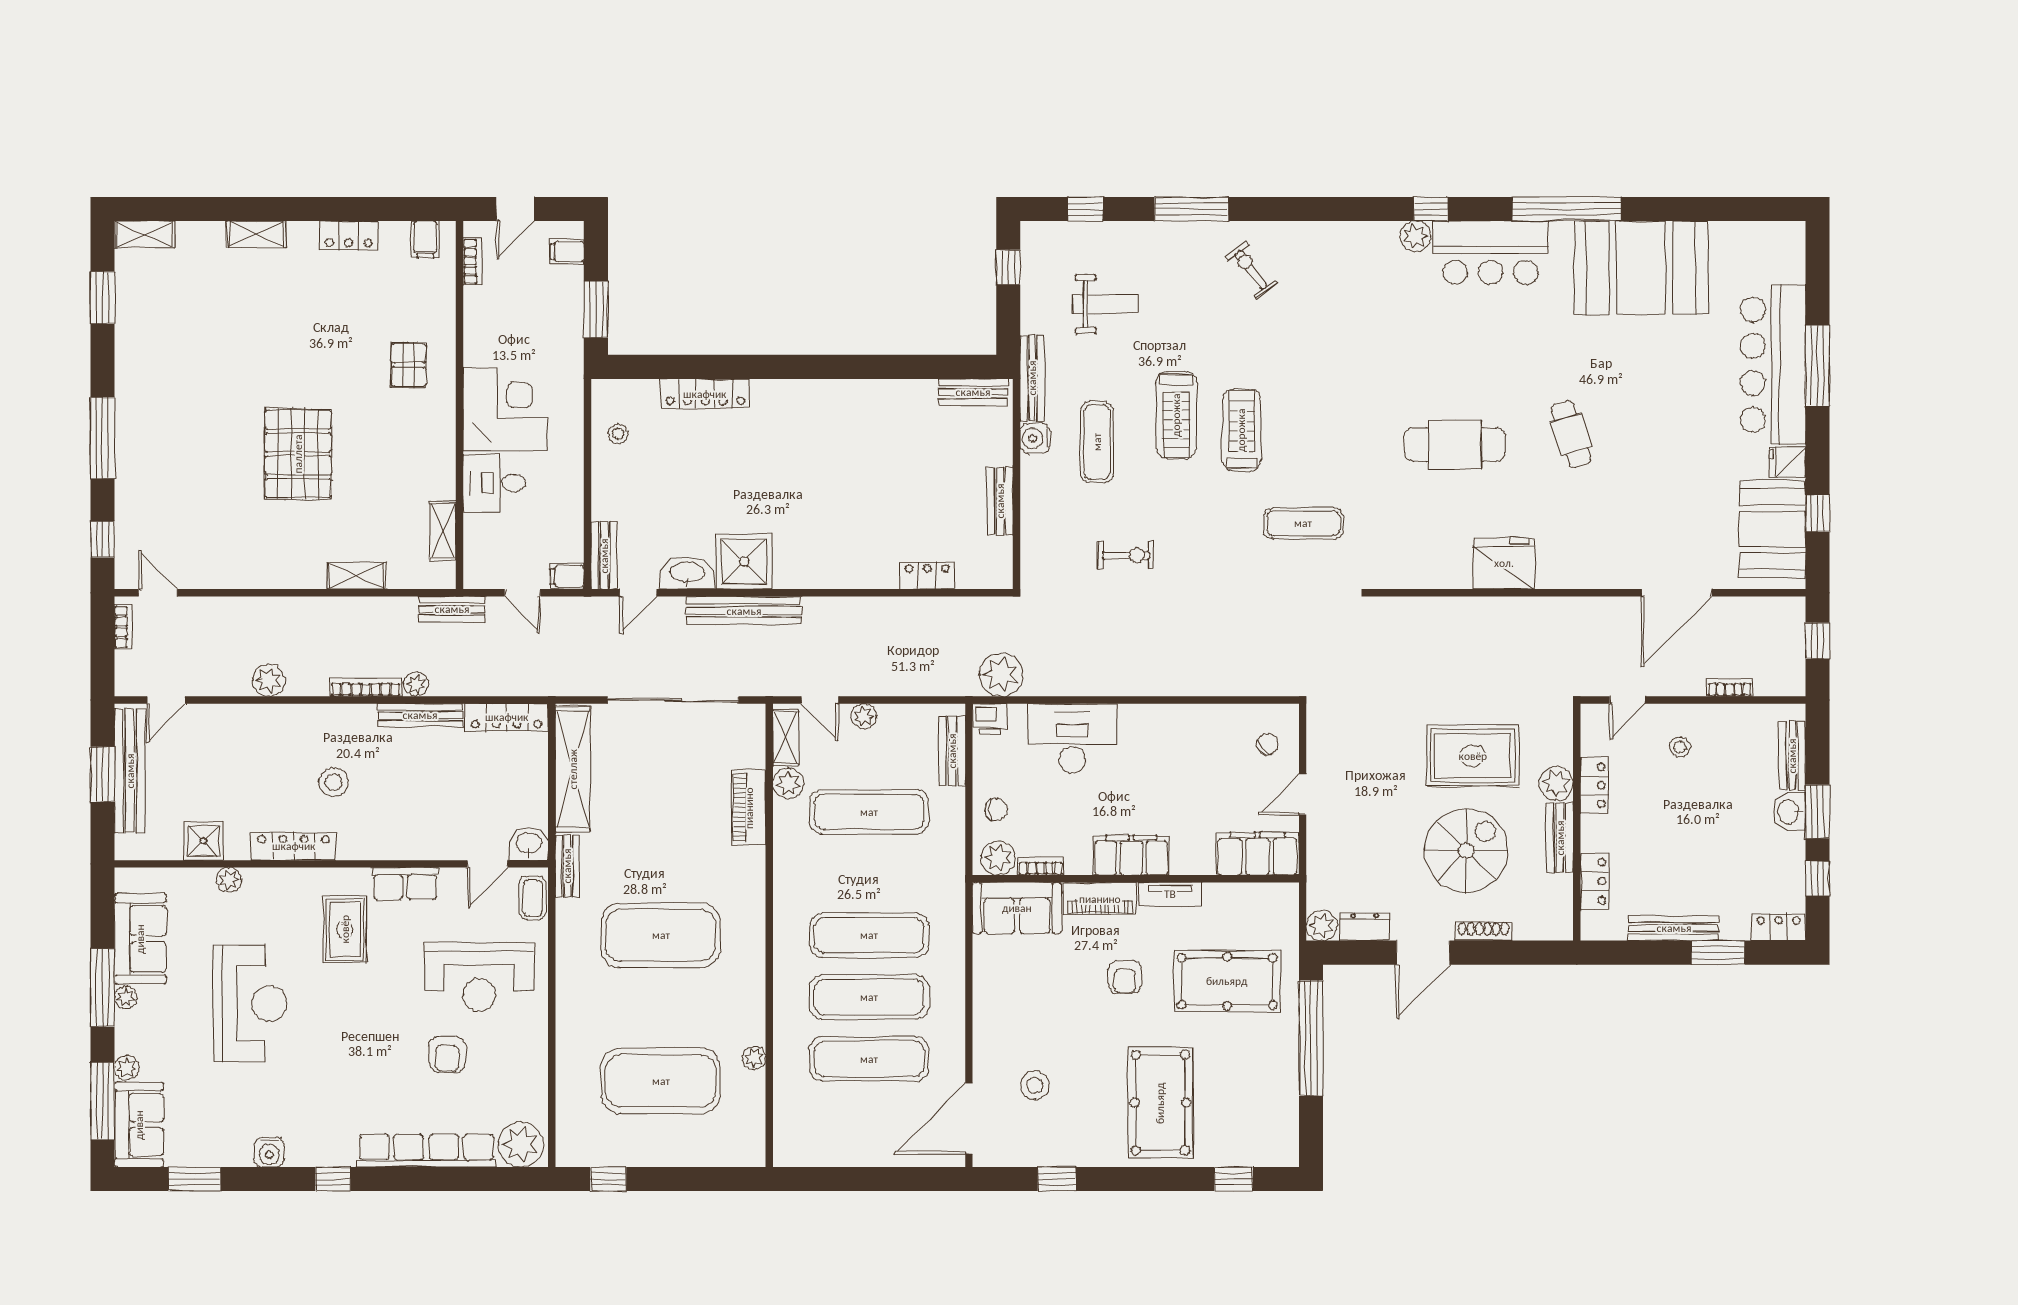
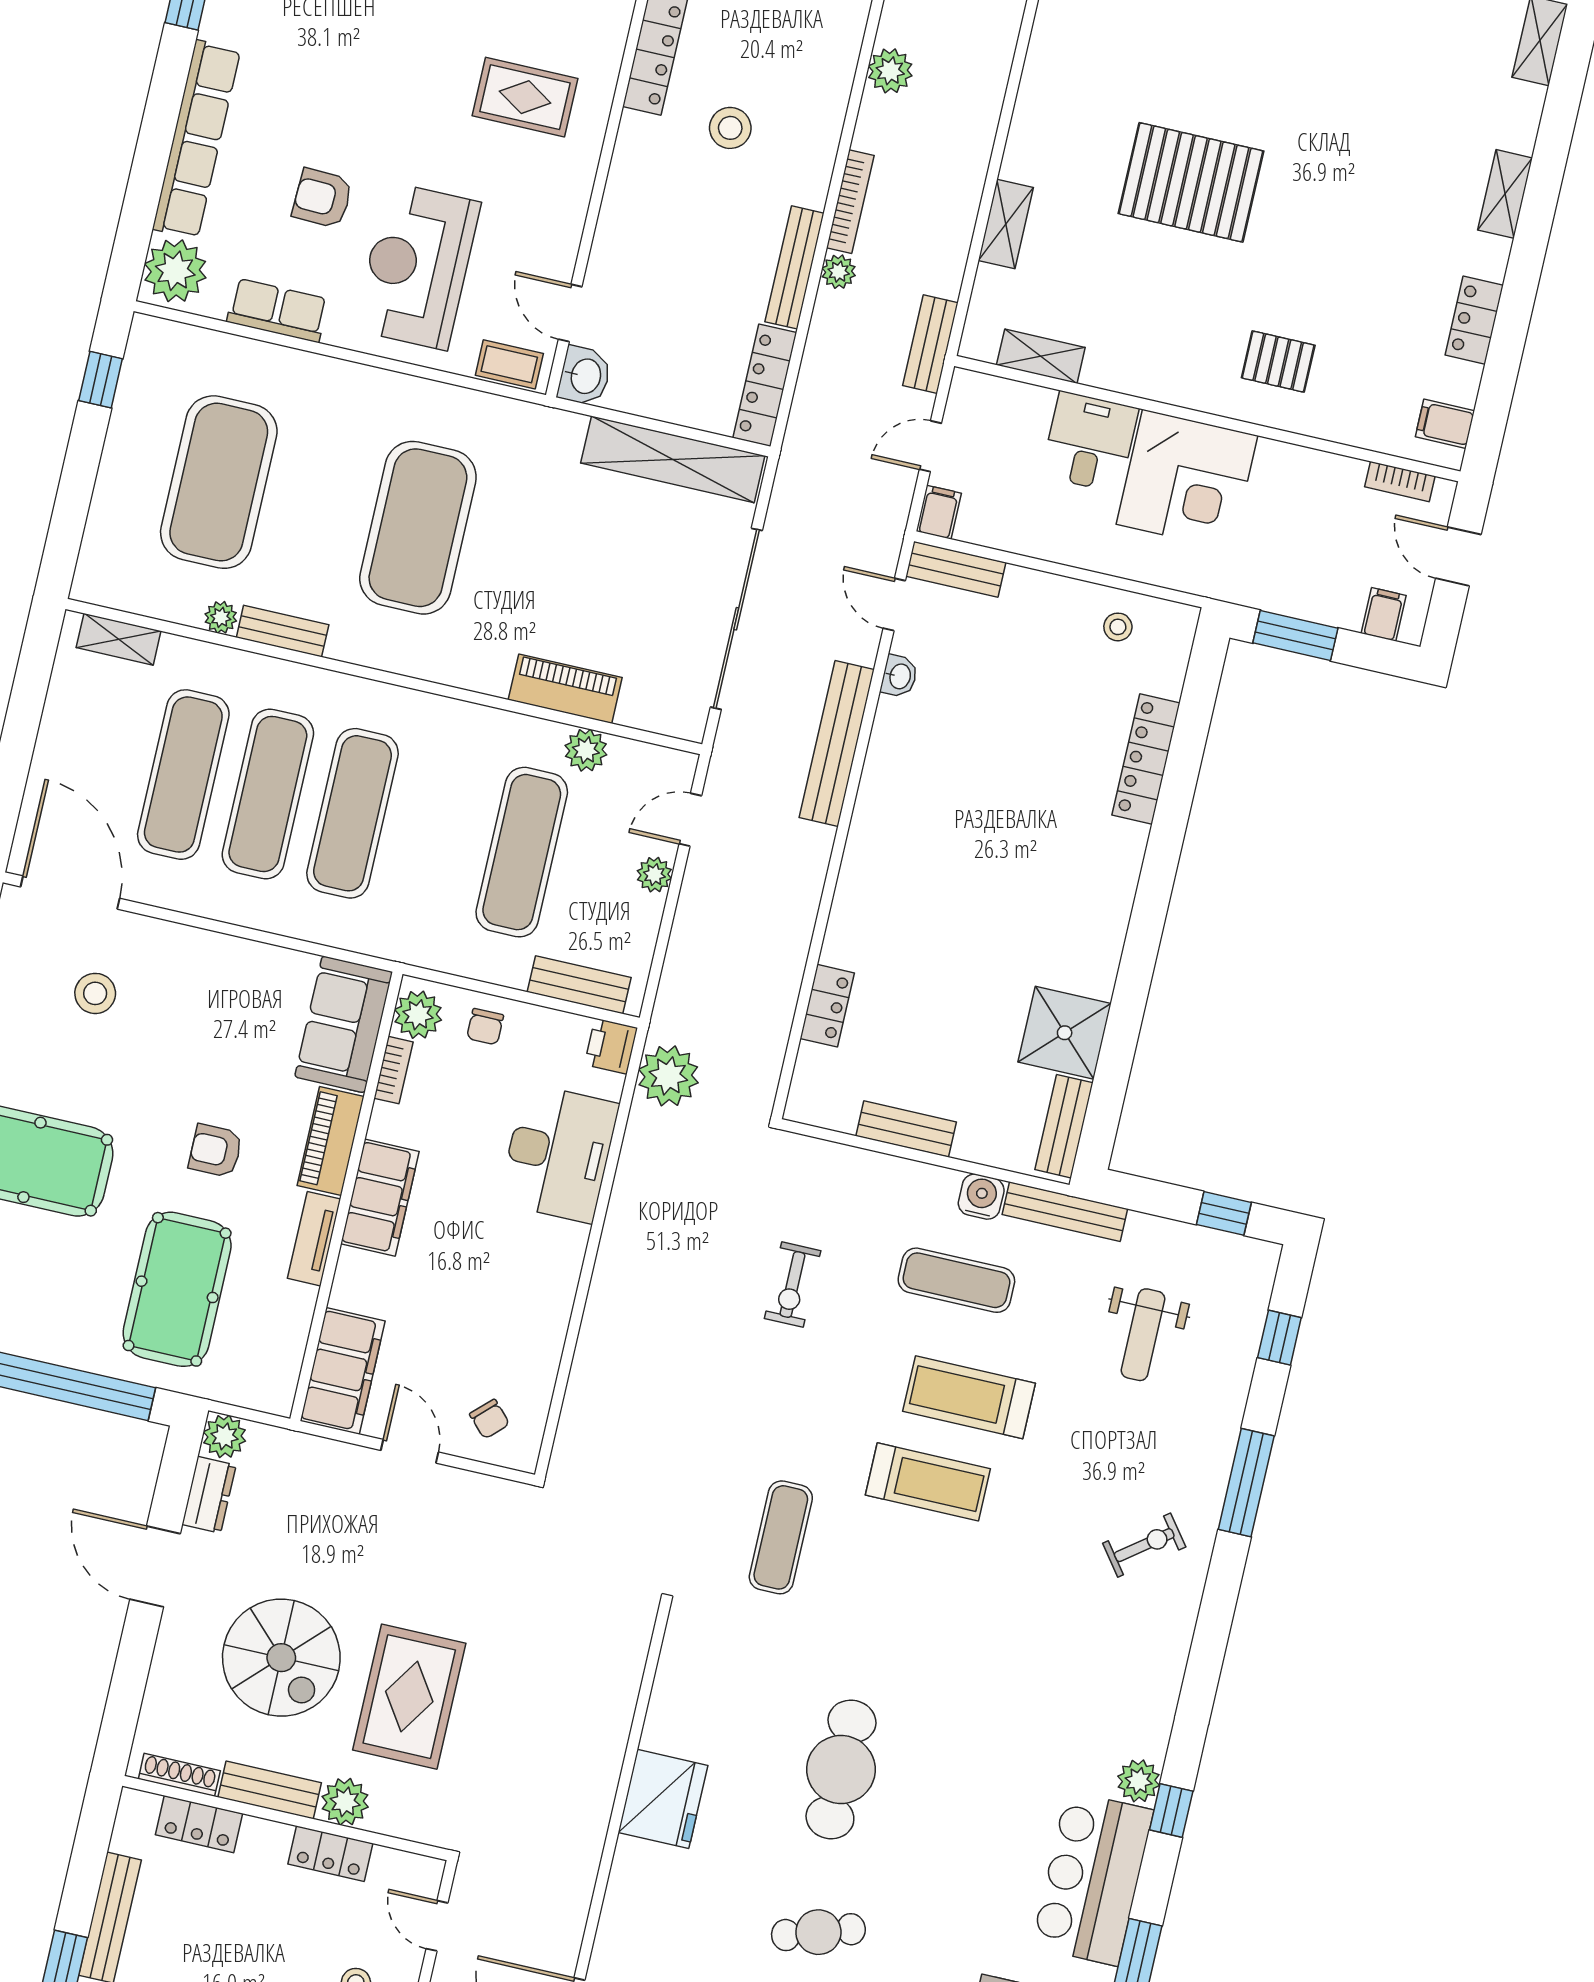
shower: (744, 561) -> (1065, 1033), moved
washbasin: (687, 573) -> (899, 676), width x0.52, depth x0.69
shelving: (785, 738) -> (119, 639), moved
bench: (567, 866) -> (283, 631), moved
row of seats: (405, 884) -> (278, 310), moved, turned 90
shoe rack: (1484, 931) -> (179, 1775), moved, turned -90

